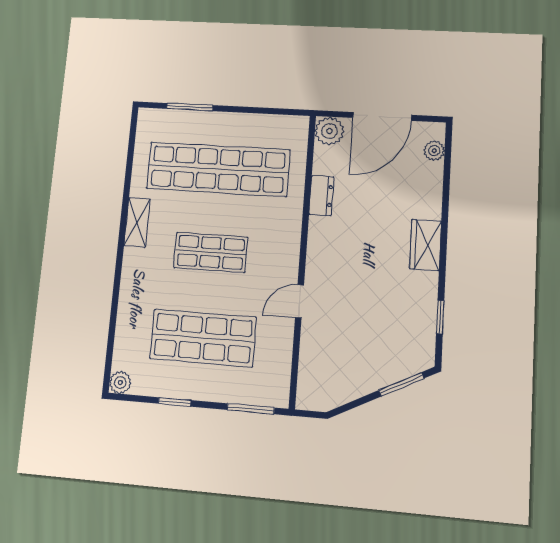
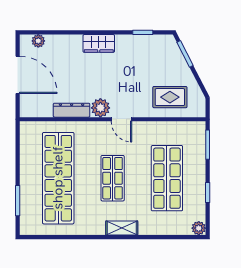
plant: (329, 131) -> (100, 108), moved
dresser: (321, 196) -> (72, 110), width x1.44
shelving: (137, 222) -> (122, 228), moved
door: (300, 301) -> (121, 119), moved
rug: (332, 353) -> (170, 97), added

